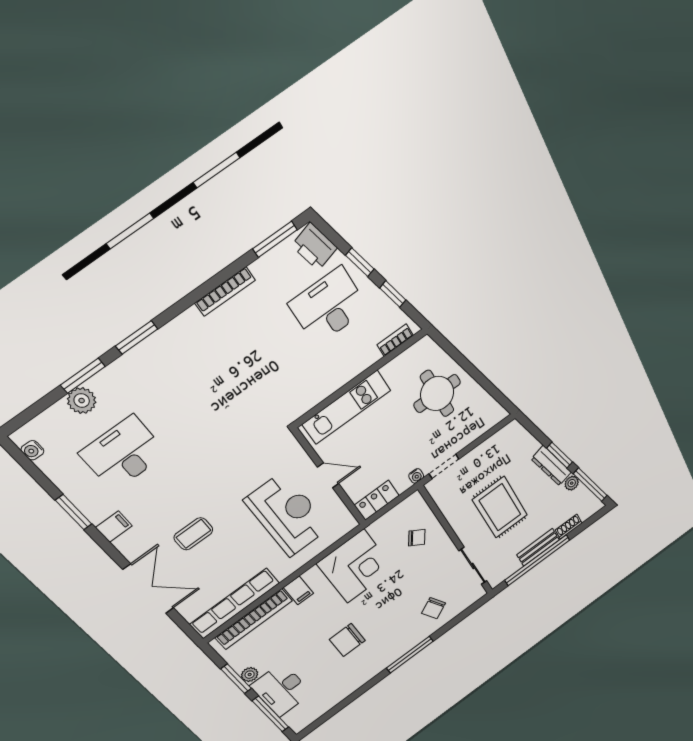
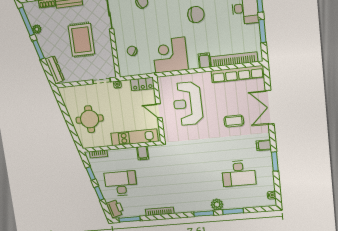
desk: (329, 306) -> (121, 183), turned 180
filing cabinet: (318, 388) -> (143, 153), added
plant: (82, 401) -> (217, 205), moved
dresser: (551, 466) -> (55, 70), moved
plant: (250, 675) -> (255, 29), removed

